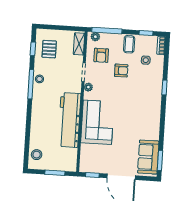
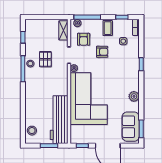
pallet: (49, 49) -> (45, 59), moved
workbench: (69, 120) -> (59, 120), moved
corner sofa: (97, 122) -> (89, 99), width x1.36, depth x1.36
plant: (154, 123) -> (134, 96), added

